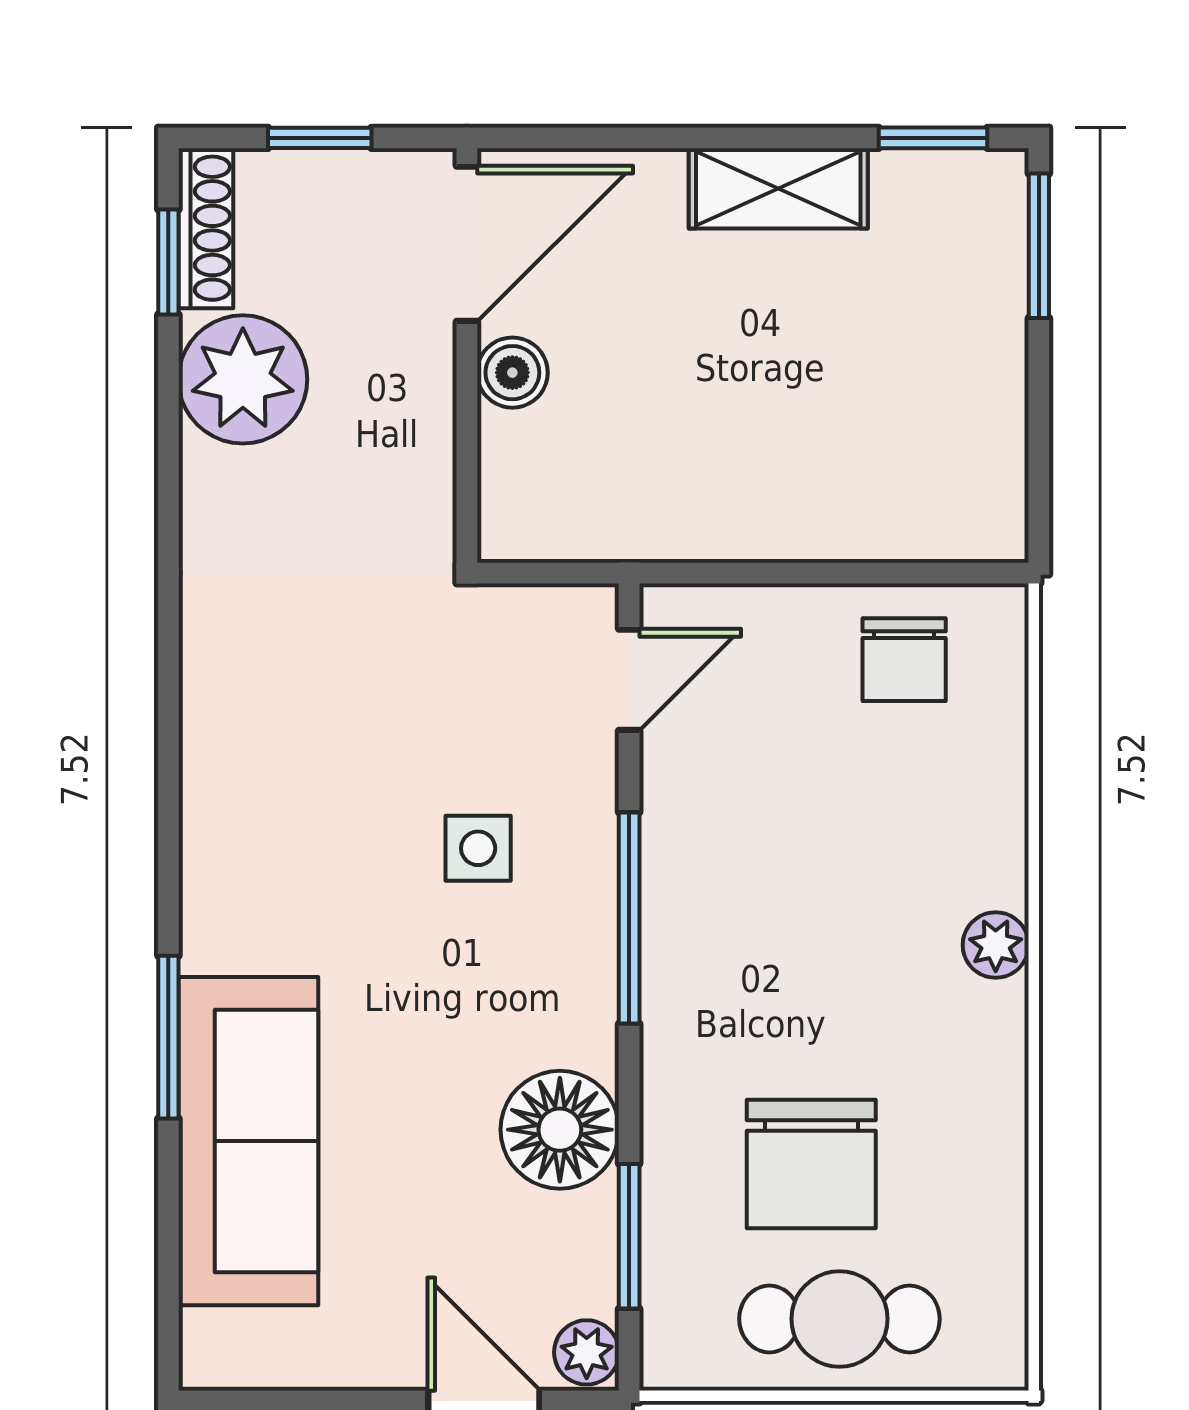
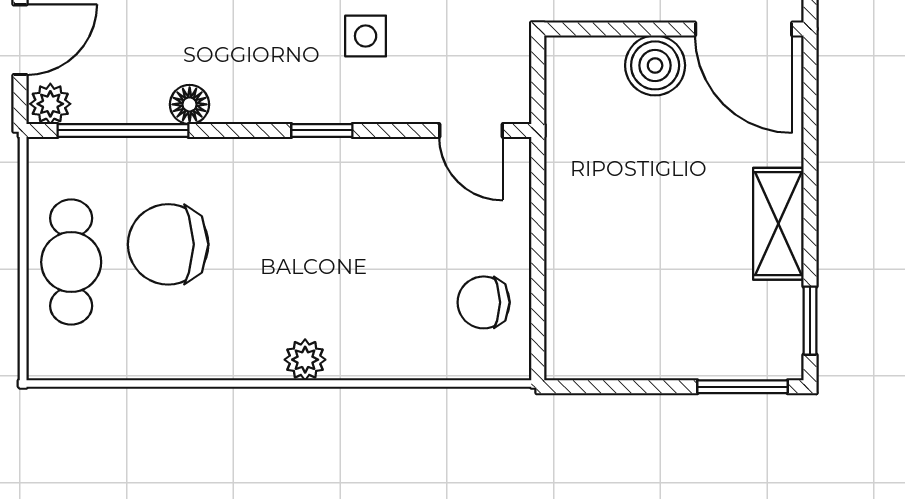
boiler: (512, 373) -> (655, 65), width x1.36, depth x1.36
window: (629, 918) -> (322, 130), width x0.46
floor lamp: (560, 1130) -> (190, 104), width x0.53, depth x0.53
window: (629, 1236) -> (123, 130), width x1.44

